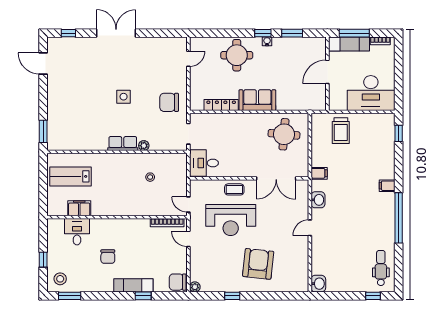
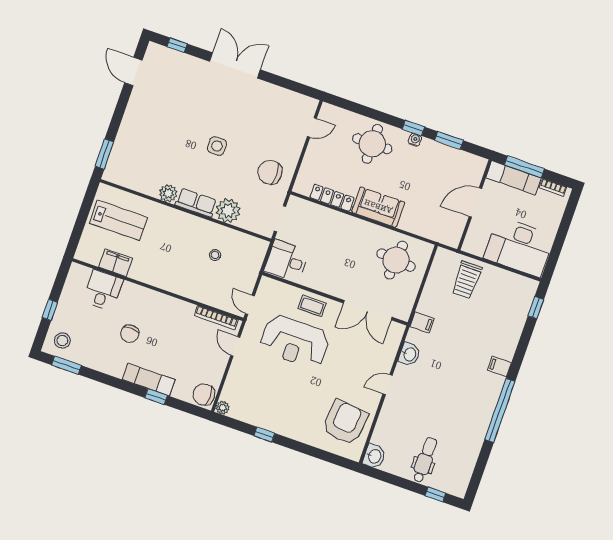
plant: (100, 144) -> (168, 193), added
plant: (144, 146) -> (228, 211), width x1.87, depth x1.87
lab bench: (70, 176) -> (118, 220), turned 180
armchair: (258, 264) -> (345, 422), moved
dental chair: (381, 268) -> (425, 460), moved

